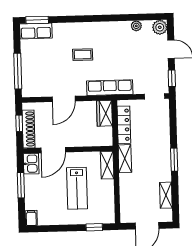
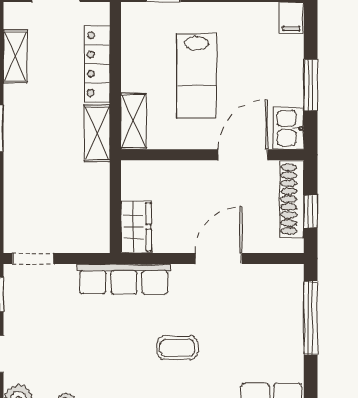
locker: (124, 125) -> (97, 64), moved
lab bench: (77, 188) -> (197, 76), turned 180

